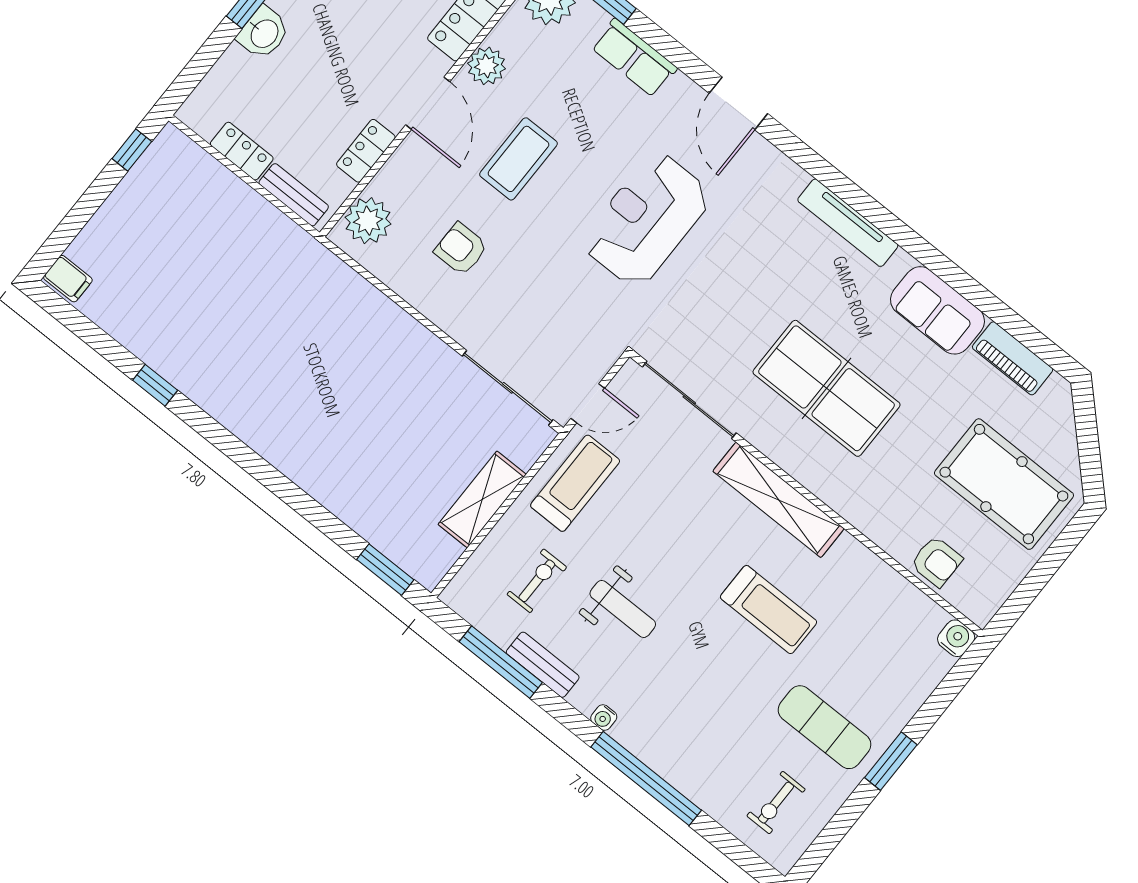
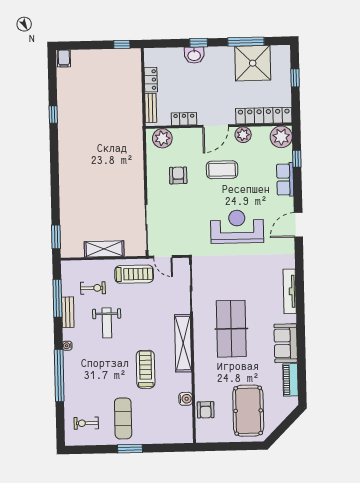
treadmill: (769, 610) -> (146, 369), turned 180
water cooler: (956, 638) -> (186, 399), moved

